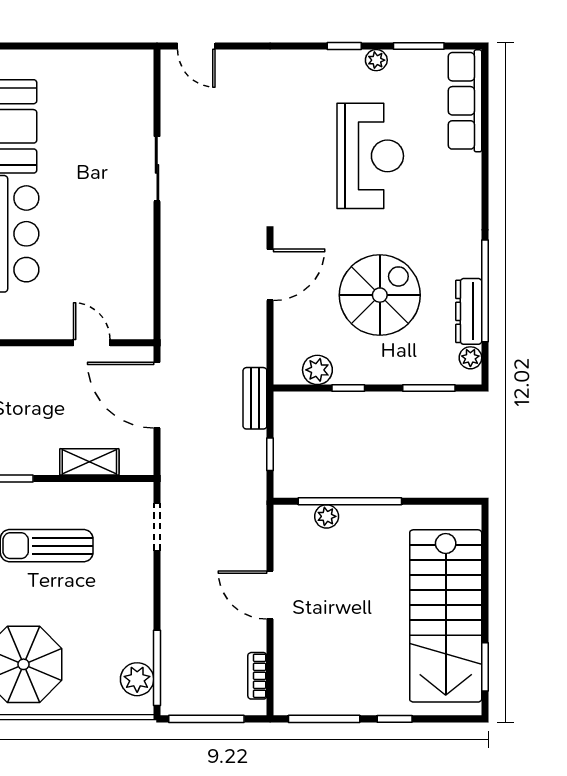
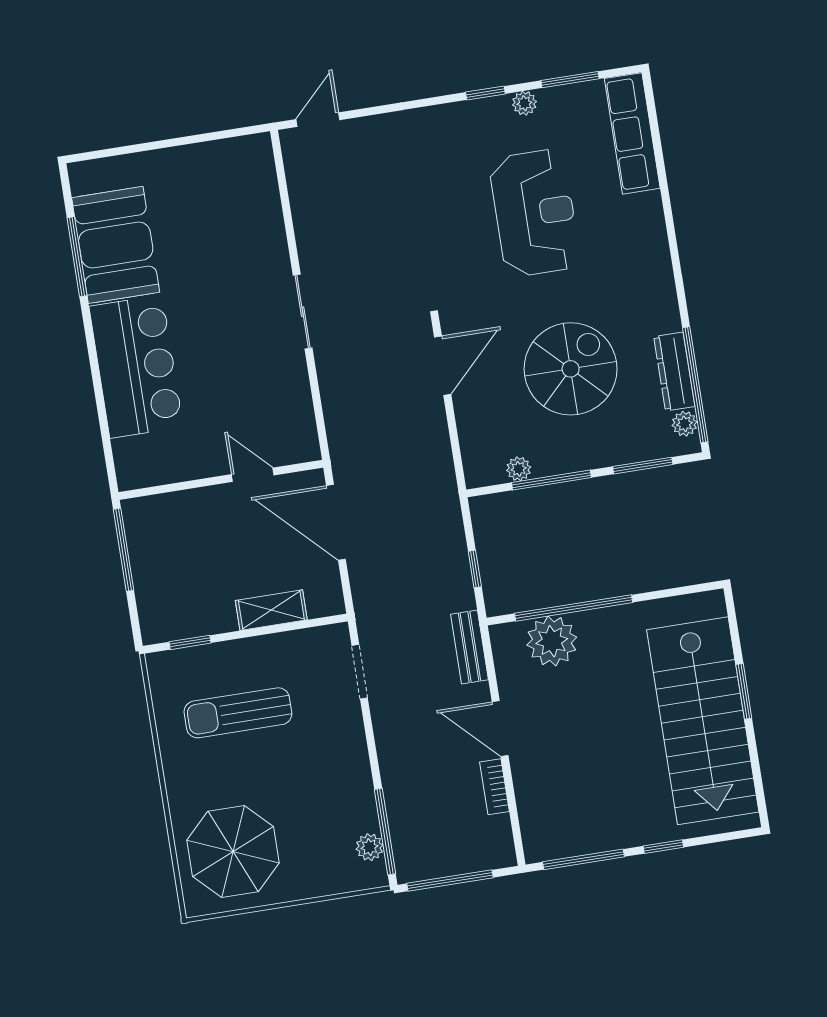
door: (196, 46) -> (318, 120), swing flipped
sliding door: (157, 169) -> (303, 312), moved
window: (485, 291) -> (695, 385), moved
plant: (317, 370) -> (519, 469), width x0.73, depth x0.73
window: (348, 388) -> (551, 480), width x2.17
bench: (255, 398) -> (470, 647), moved
plant: (327, 516) -> (552, 641), width x1.88, depth x1.88
window: (485, 667) -> (744, 691), moved
bookcase: (257, 676) -> (494, 787), moved
plant: (137, 679) -> (370, 847), width x0.73, depth x0.73

